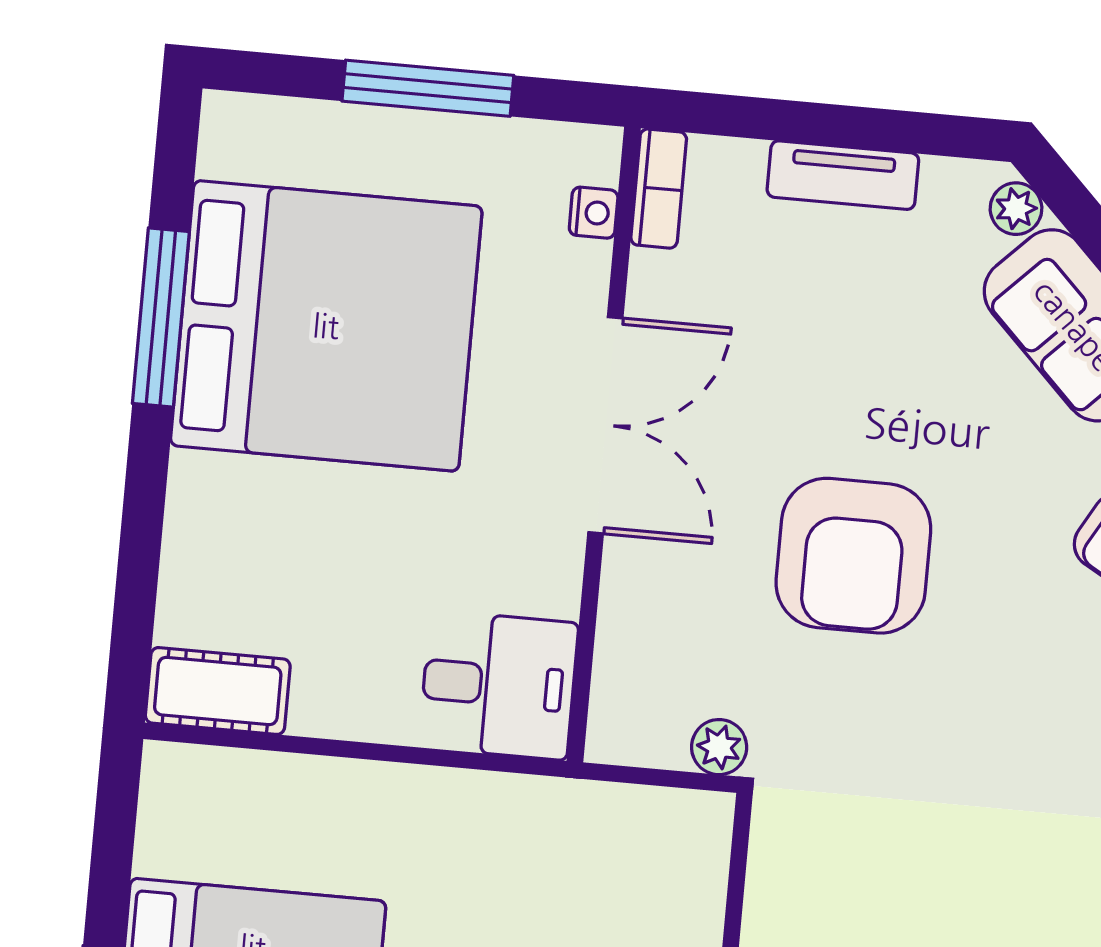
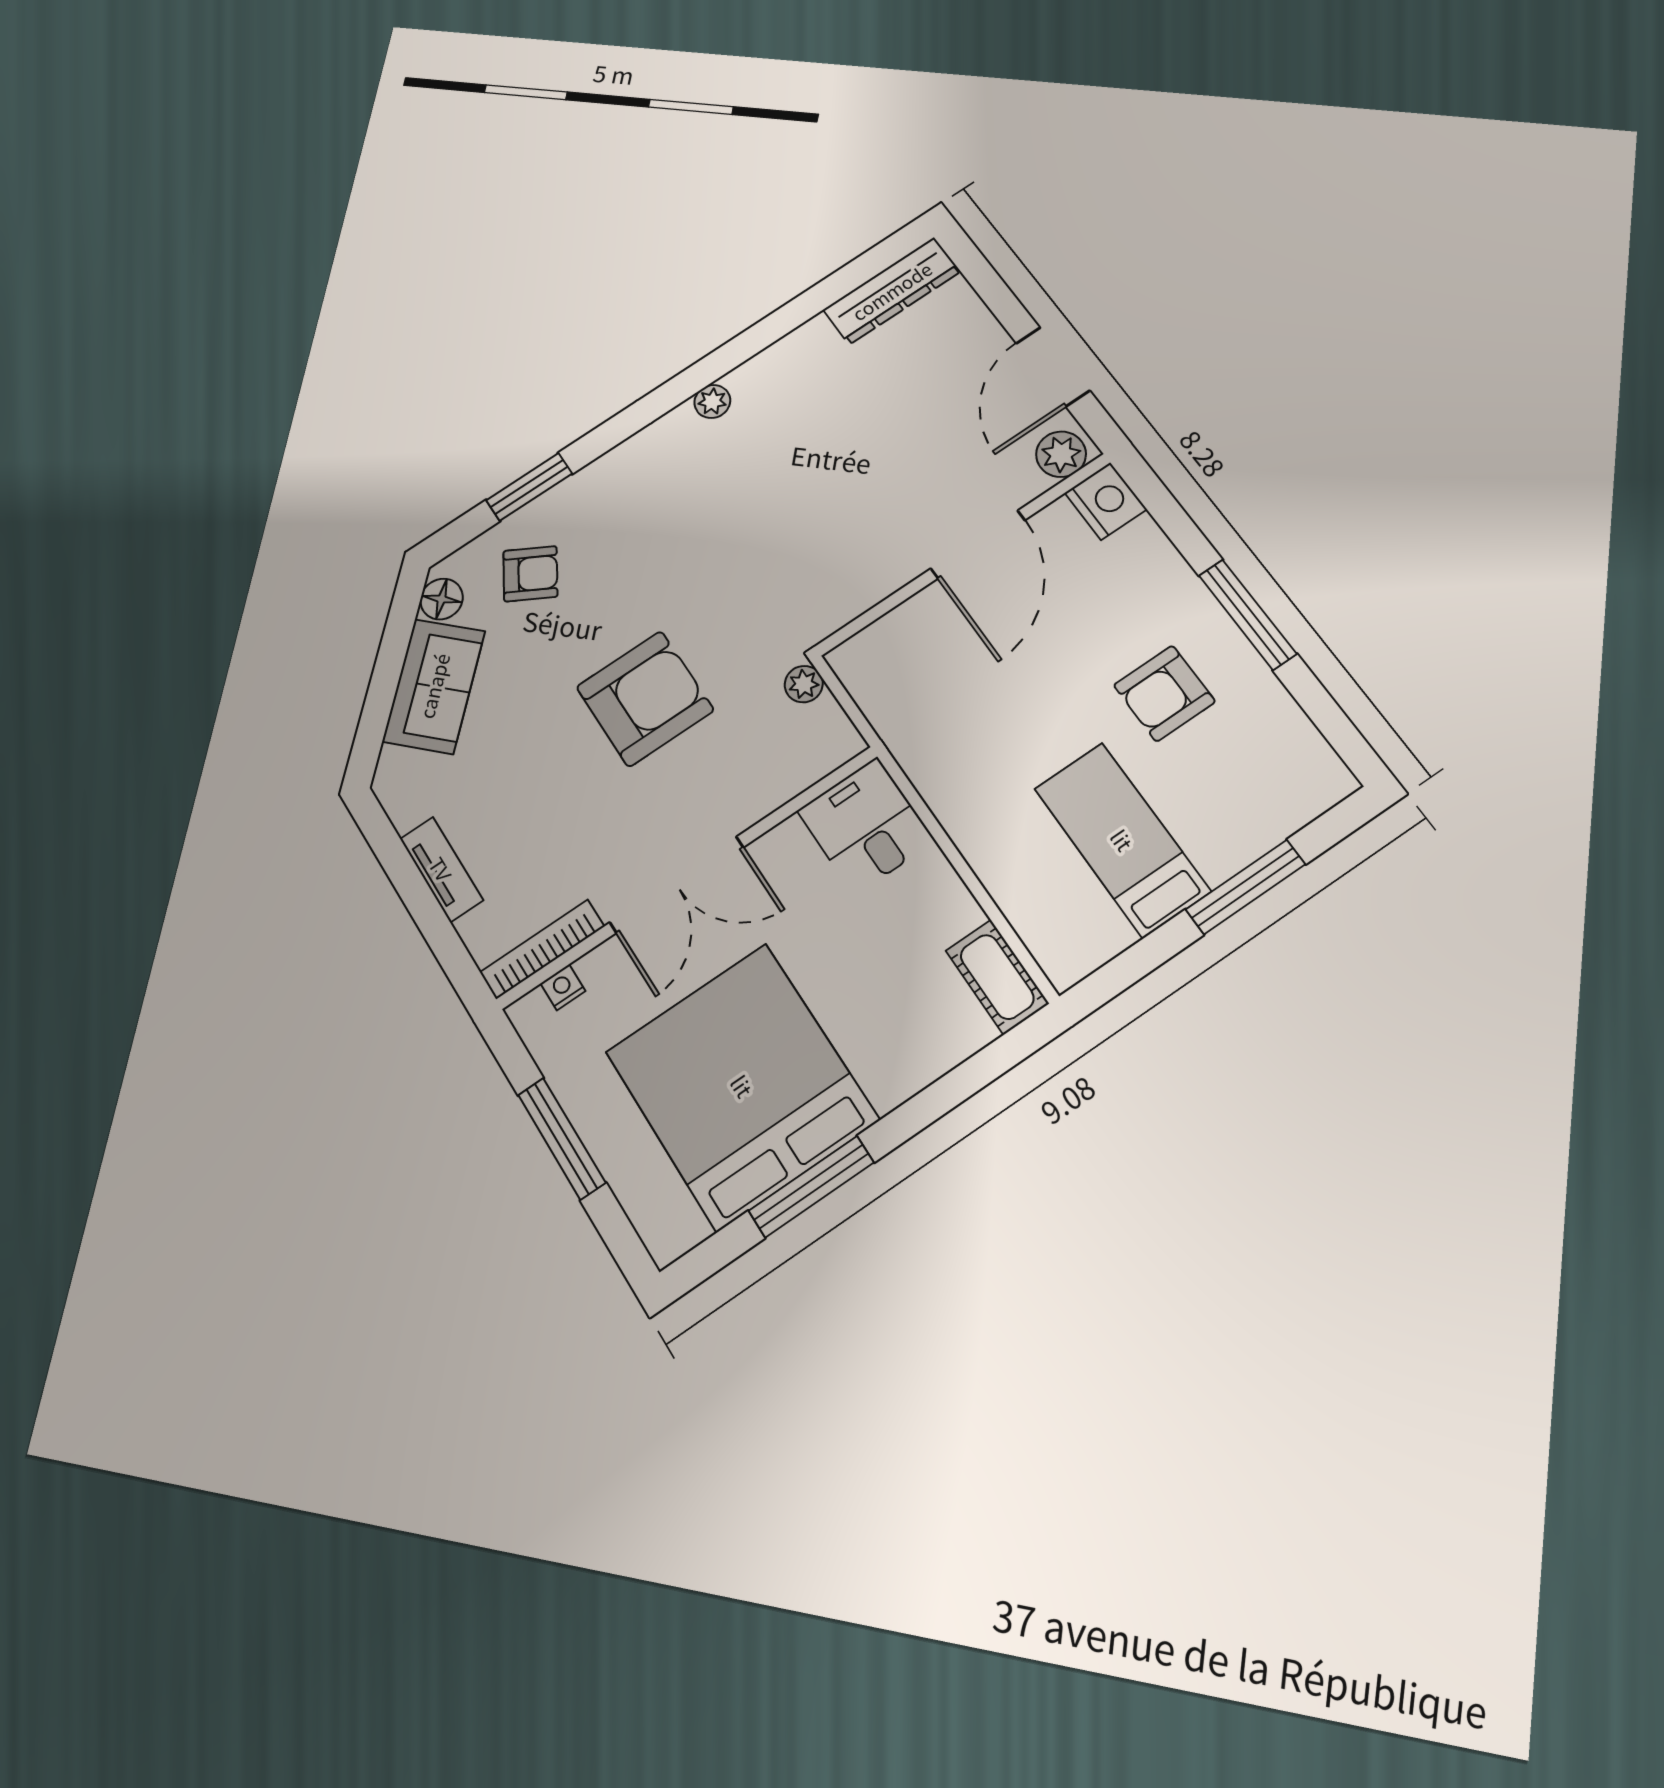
bookcase: (659, 189) -> (542, 949), width x1.56
plant: (1016, 209) -> (393, 765), removed
double door: (605, 425) -> (677, 885), swing flipped

